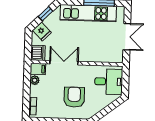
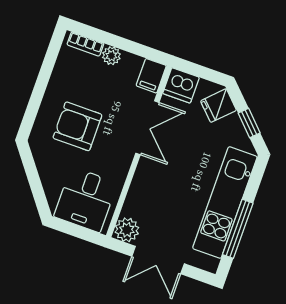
plant: (117, 57) -> (127, 230), added
plant: (35, 80) -> (111, 56), moved
armchair: (74, 97) -> (77, 126), turned 180

